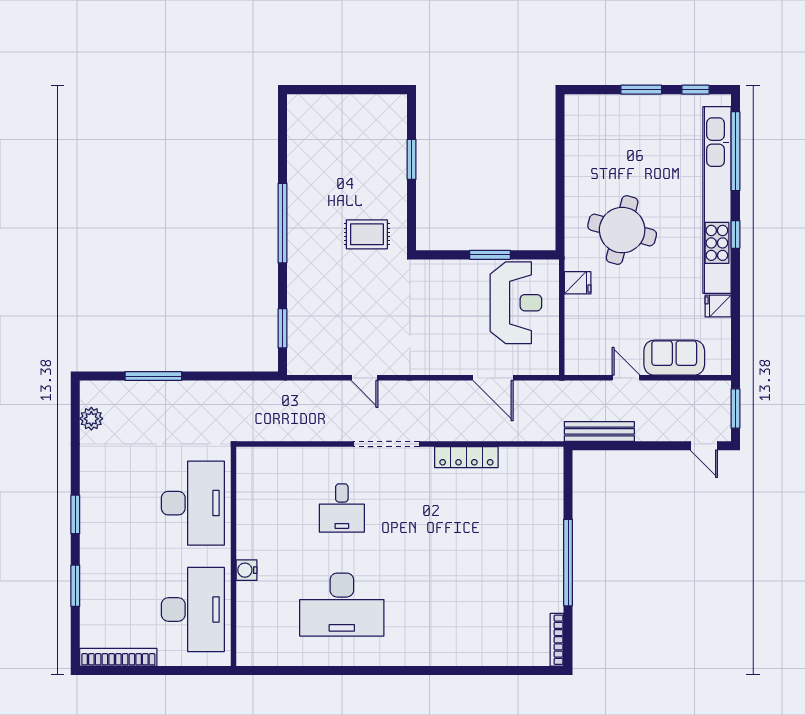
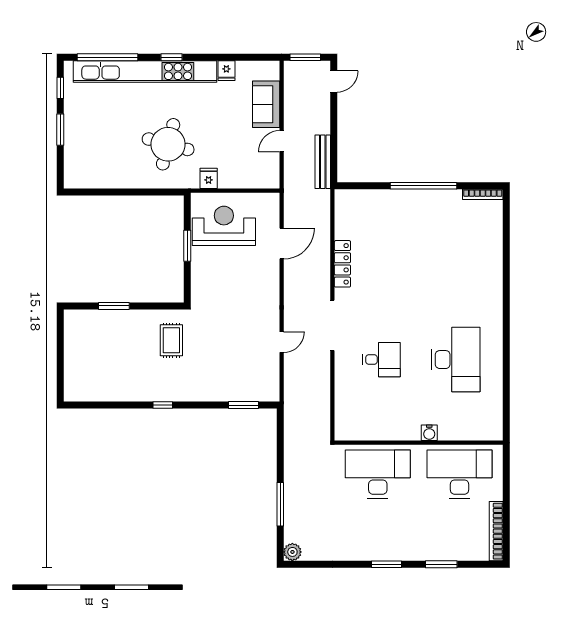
window: (282, 223) -> (163, 405), width x0.32
plant: (91, 419) -> (292, 552), moved

